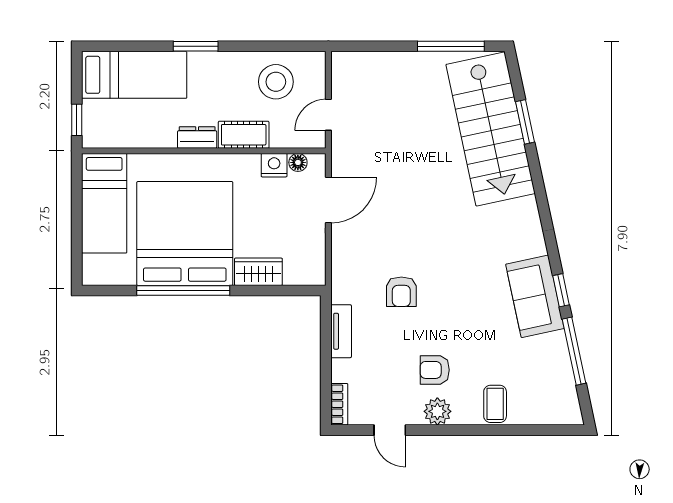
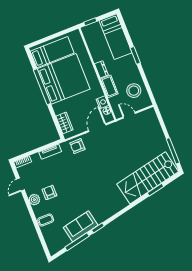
door: (328, 200) -> (97, 128), swing flipped
bed: (104, 203) -> (52, 52), moved, turned 180
wardrobe: (258, 272) -> (64, 123), moved
armchair: (401, 292) -> (77, 146), moved
sofa: (535, 296) -> (81, 226), moved

